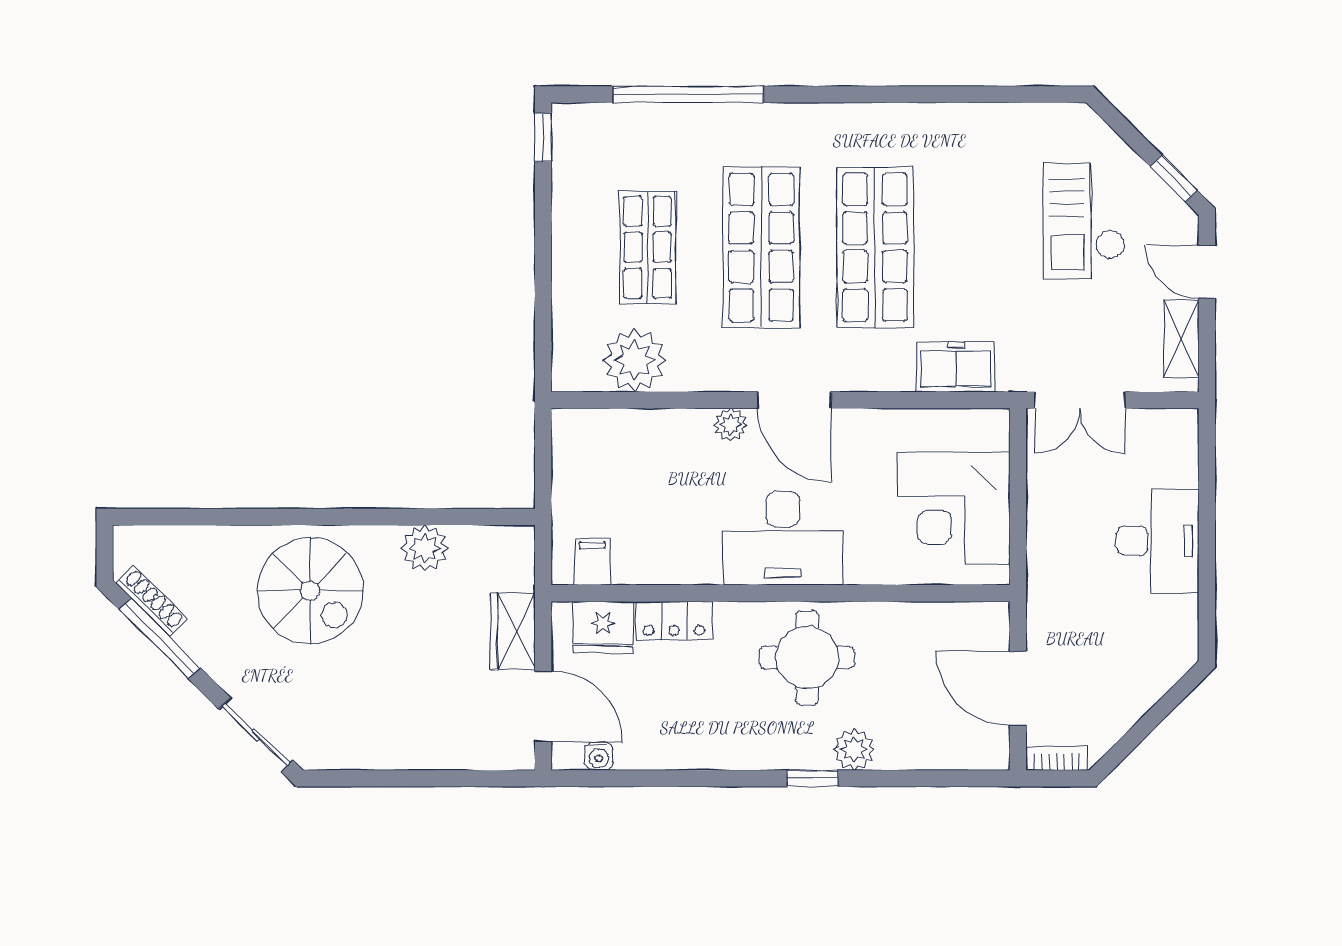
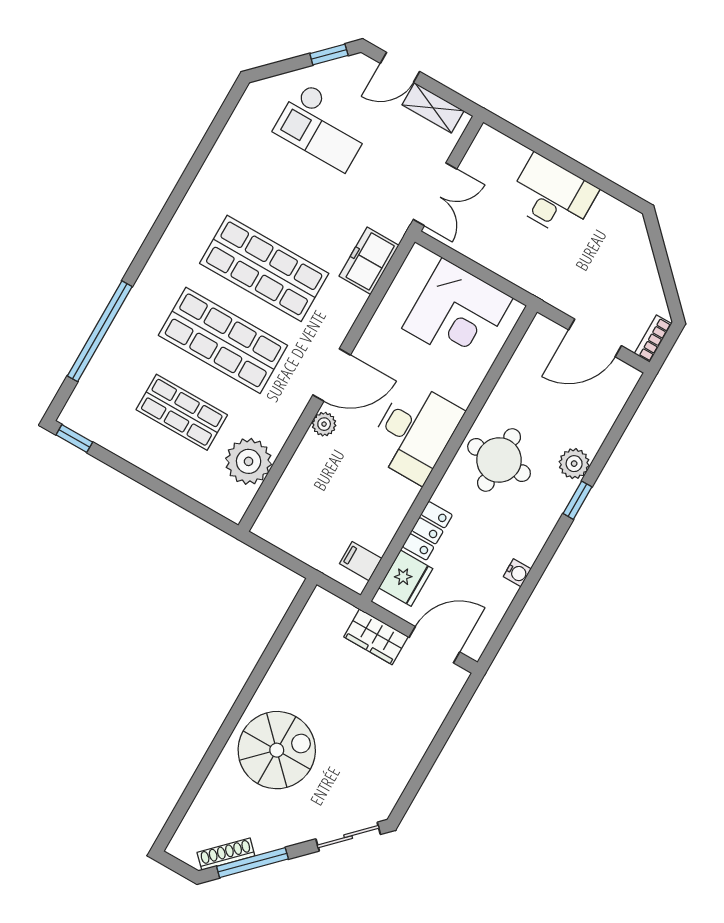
plant: (425, 548) -> (291, 662), removed
water cooler: (599, 756) -> (517, 573), moved

